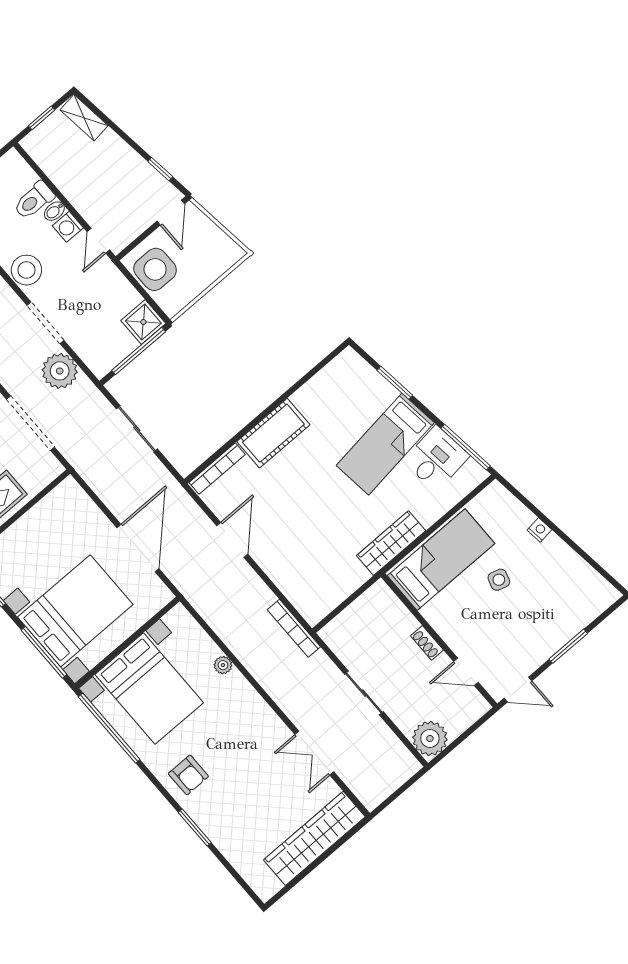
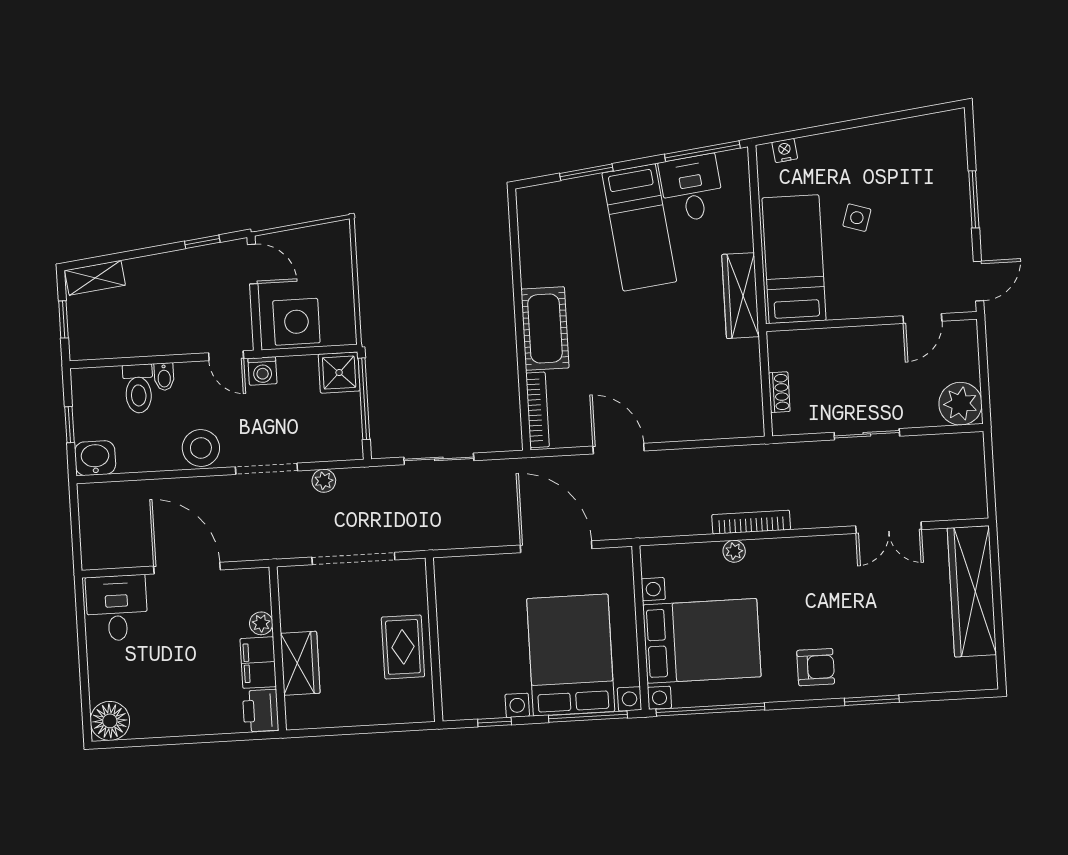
washing machine: (68, 227) -> (262, 371), moved
plant: (60, 371) -> (324, 481), width x0.53, depth x0.53
nightstand: (539, 530) -> (785, 150), moved
bookcase: (294, 628) -> (751, 522), moved, turned 180
shoe rack: (427, 643) -> (779, 392), moved, turned -90

